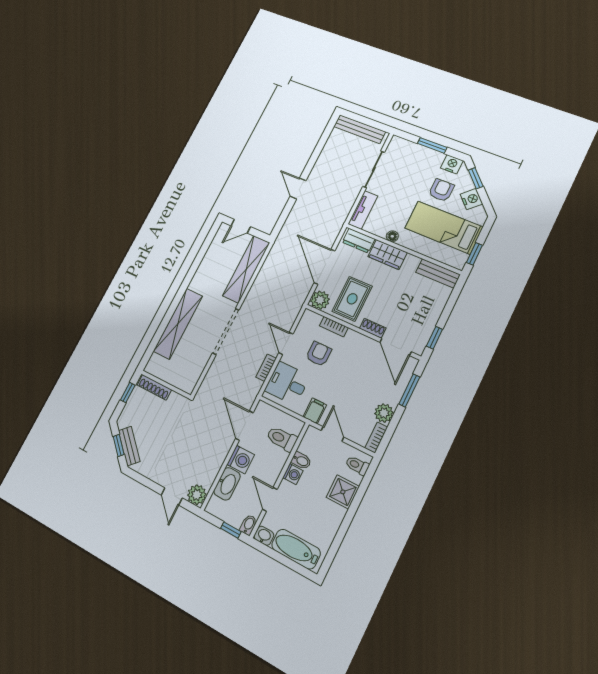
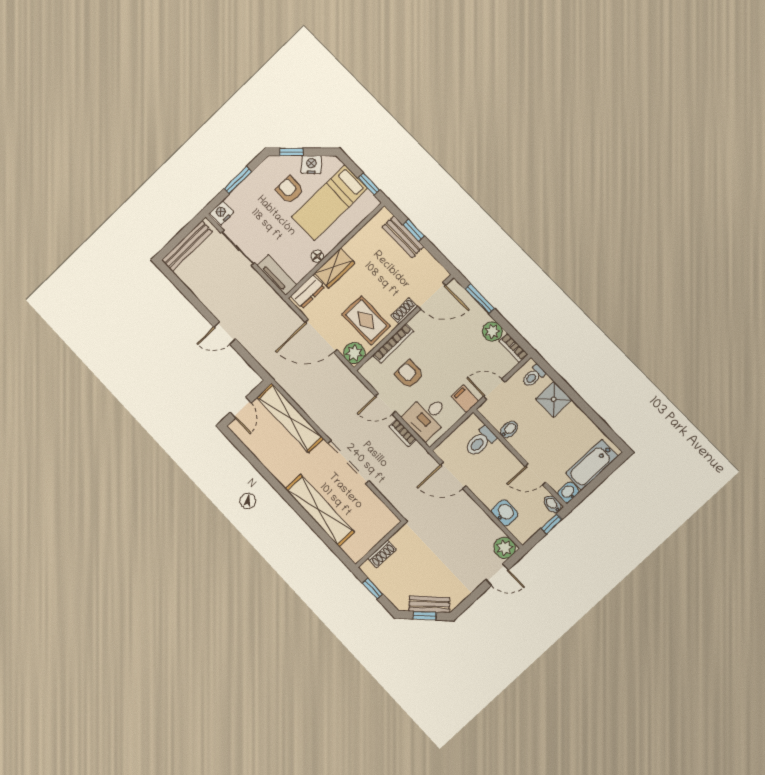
nightstand: (452, 164) -> (222, 213), moved
bench: (438, 273) -> (403, 237), moved, turned 90
bookcase: (334, 327) -> (393, 343), width x1.56
window: (434, 338) -> (414, 230), moved
shoe rack: (154, 387) -> (382, 554), width x0.70
washing machine: (241, 459) -> (486, 491), removed
washing machine: (293, 474) -> (519, 443), removed
washbasin: (227, 484) -> (505, 513), width x0.72

